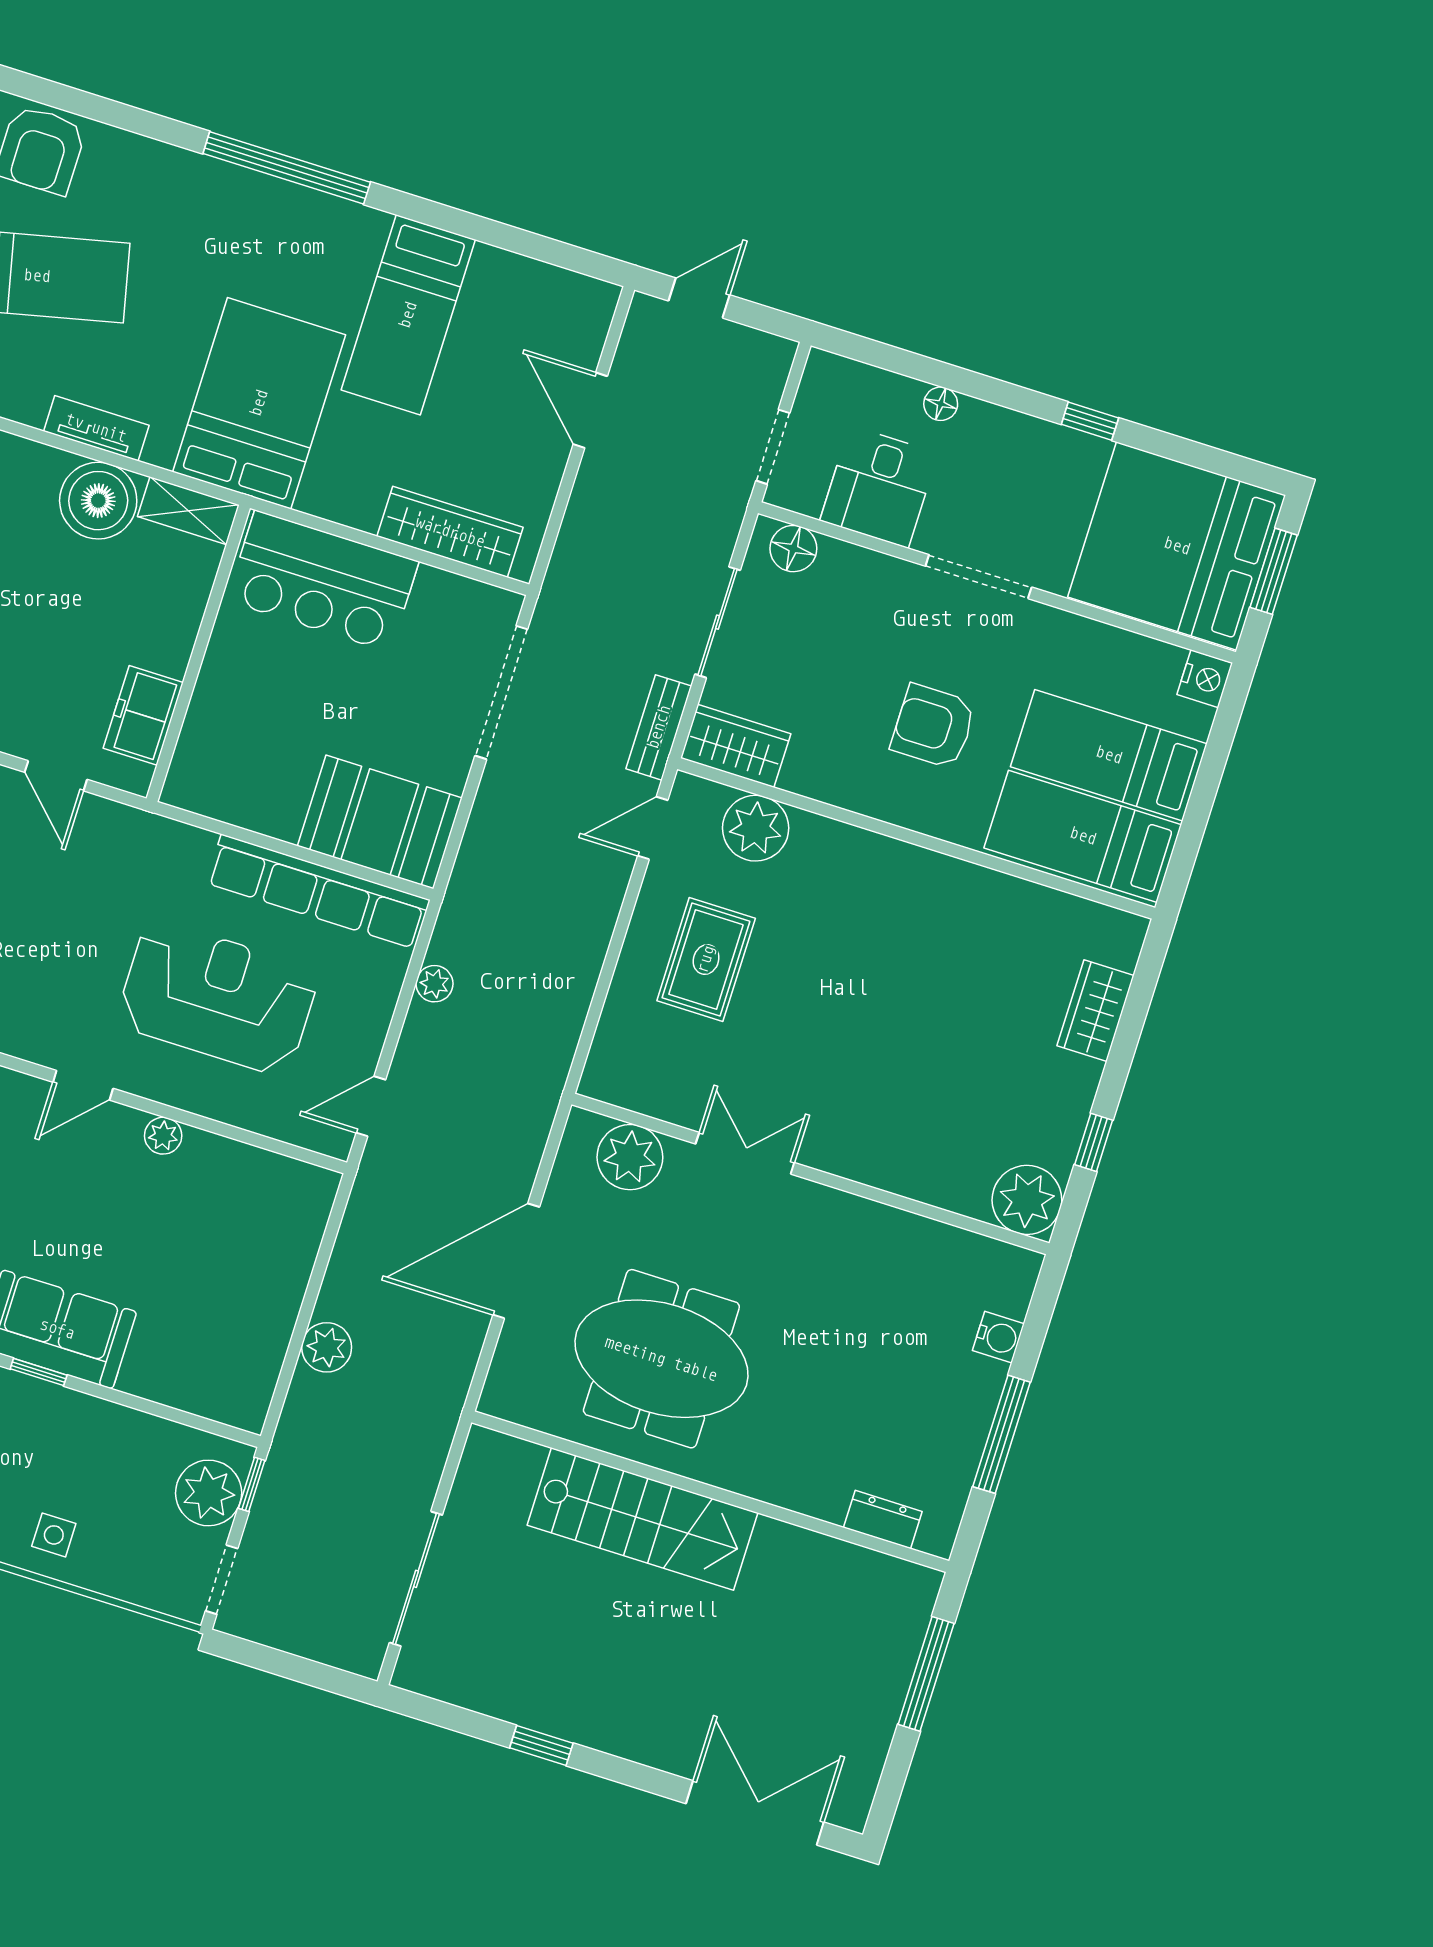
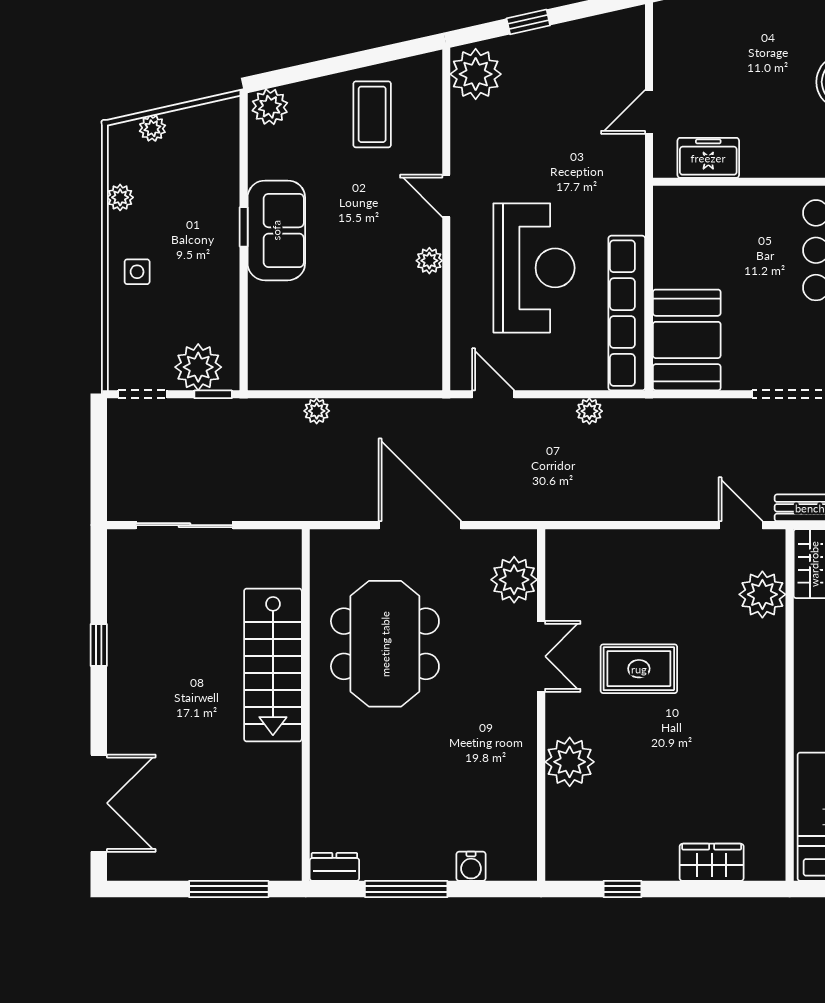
rug: (706, 959) -> (639, 669), moved
plant: (1027, 1200) -> (570, 762), moved
plant: (327, 1347) -> (317, 411), width x0.73, depth x0.73
dresser: (883, 1520) -> (334, 867), moved, turned -90

